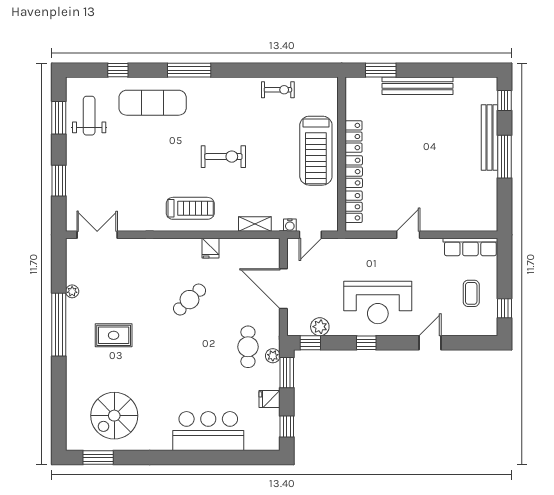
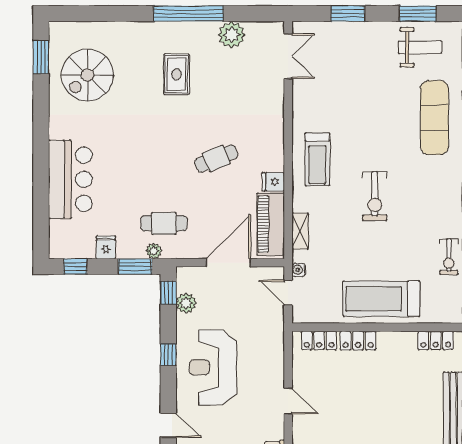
locker: (354, 137) -> (436, 340), moved
piano: (249, 250) -> (271, 224), added
plant: (72, 291) -> (232, 35), width x1.88, depth x1.88
cafe table: (190, 300) -> (216, 159), turned -68
spiral stairs: (114, 416) -> (87, 75), turned -90

